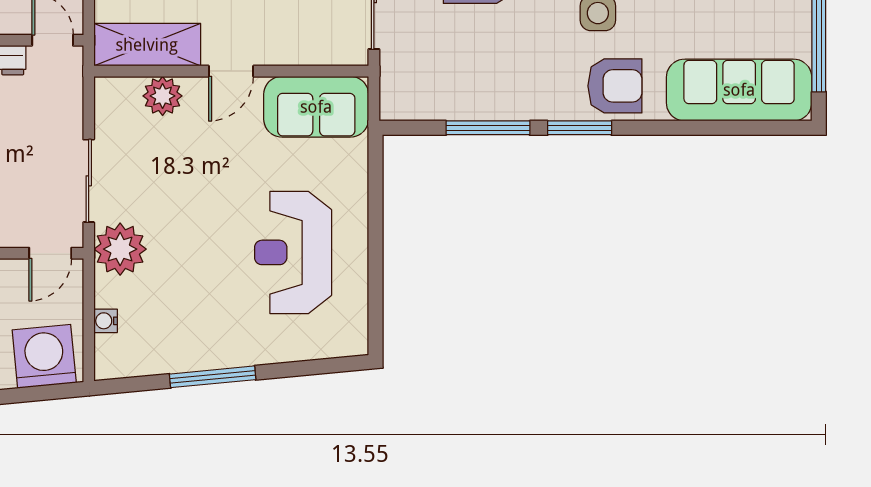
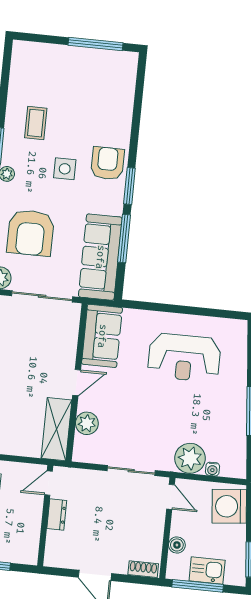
door: (231, 71) -> (77, 383), hinge flipped
sofa: (739, 90) -> (100, 257), moved
plant: (120, 249) -> (190, 458), moved

